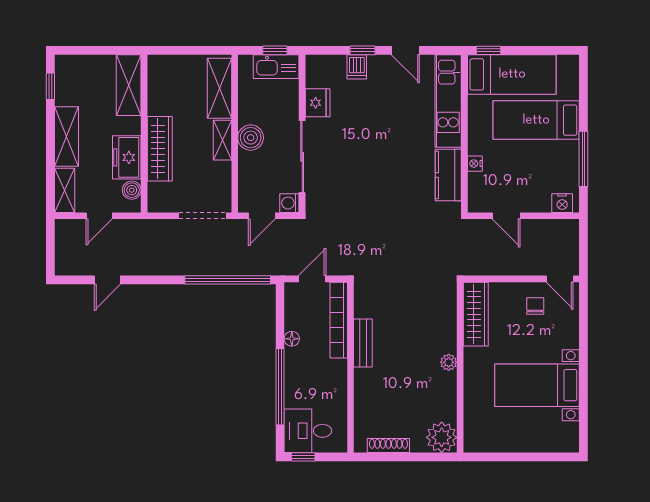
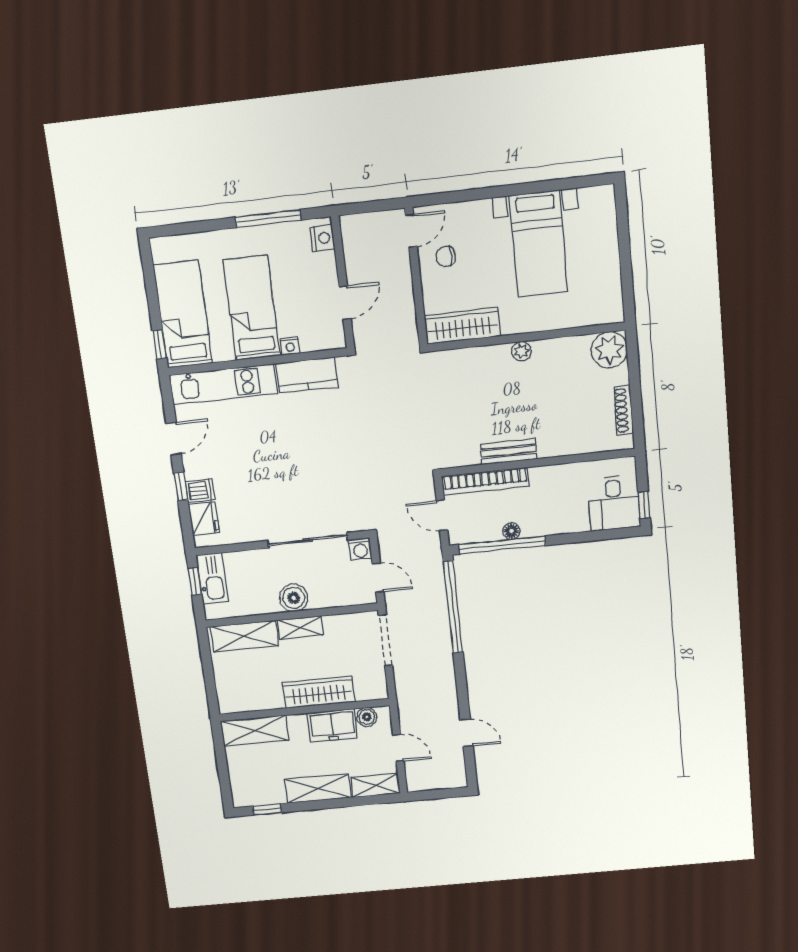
fridge: (318, 103) -> (204, 519), moved, turned 90
bed: (536, 120) -> (252, 308), moved, turned 180
window: (280, 387) -> (502, 545), moved

